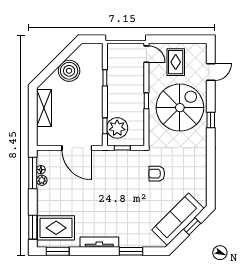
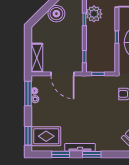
shelving: (44, 108) -> (37, 58), moved
plant: (117, 128) -> (94, 14), moved
window: (58, 251) -> (61, 154), moved
window: (131, 251) -> (92, 154), moved

